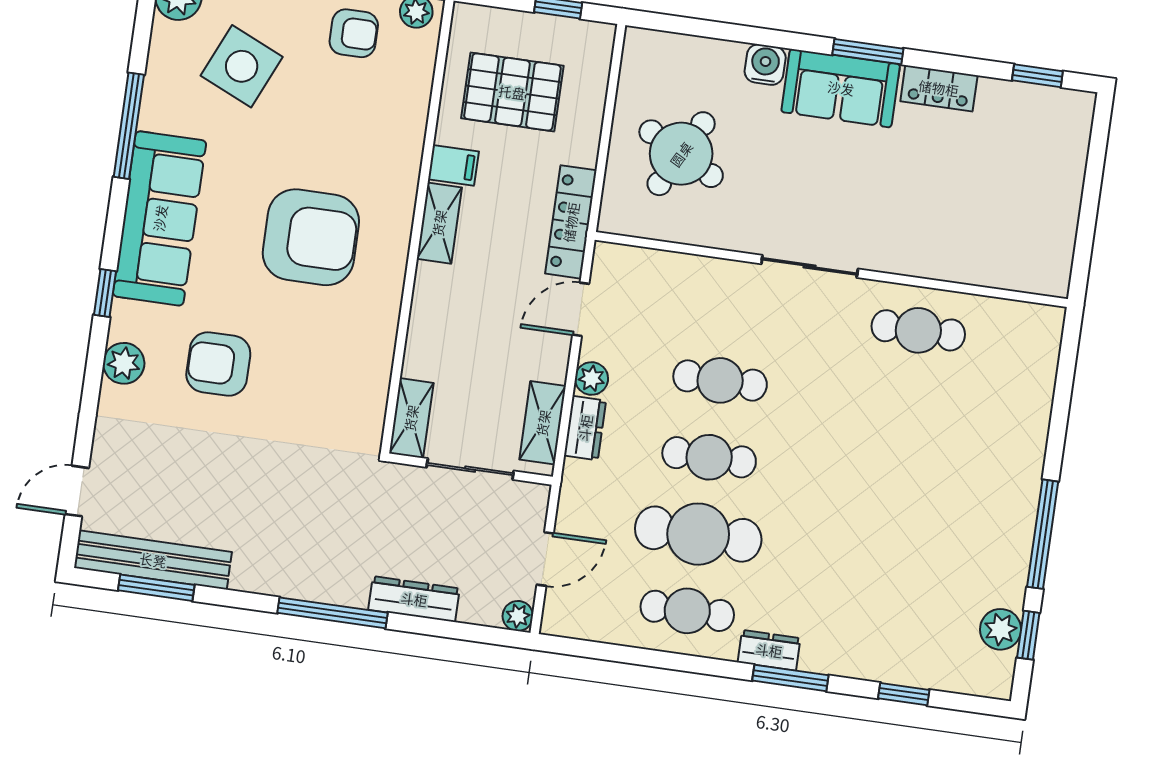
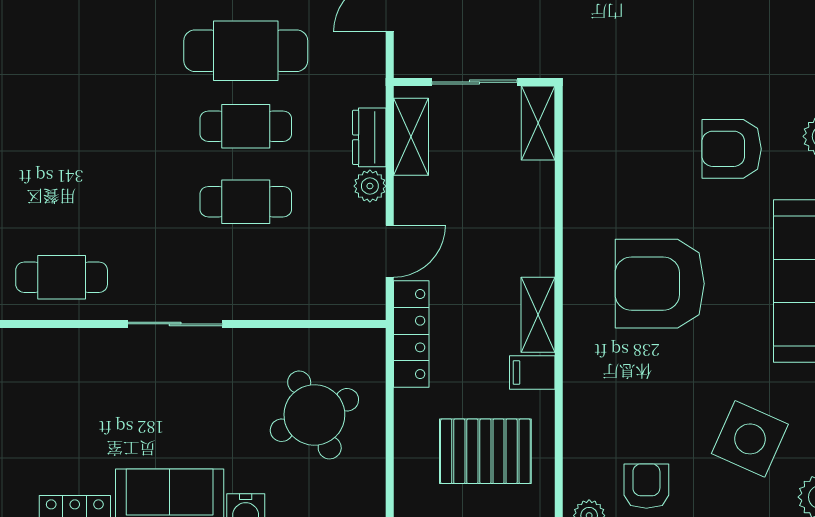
armchair: (354, 33) -> (646, 486), turned 90
round table: (681, 154) -> (314, 415), turned 37
armchair: (218, 364) -> (732, 149), turned 180

